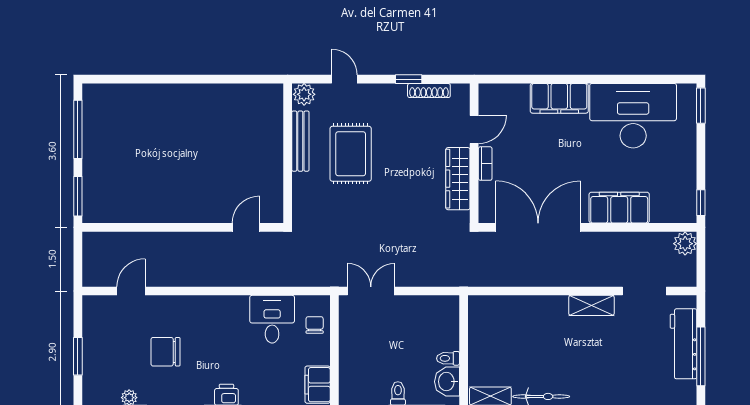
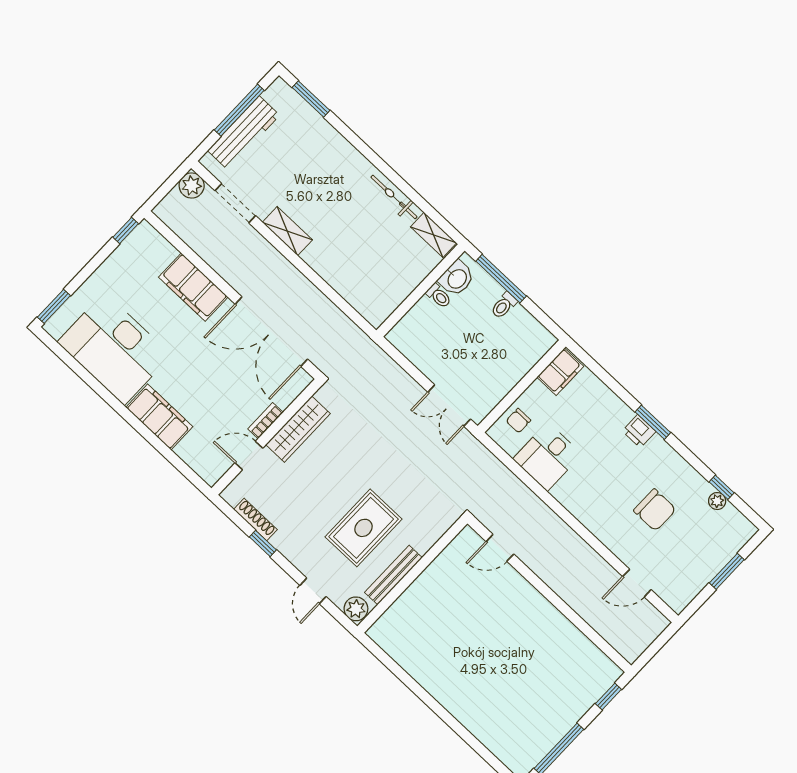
window: (78, 196) -> (608, 696), width x0.67
plant: (685, 244) -> (192, 186), moved

